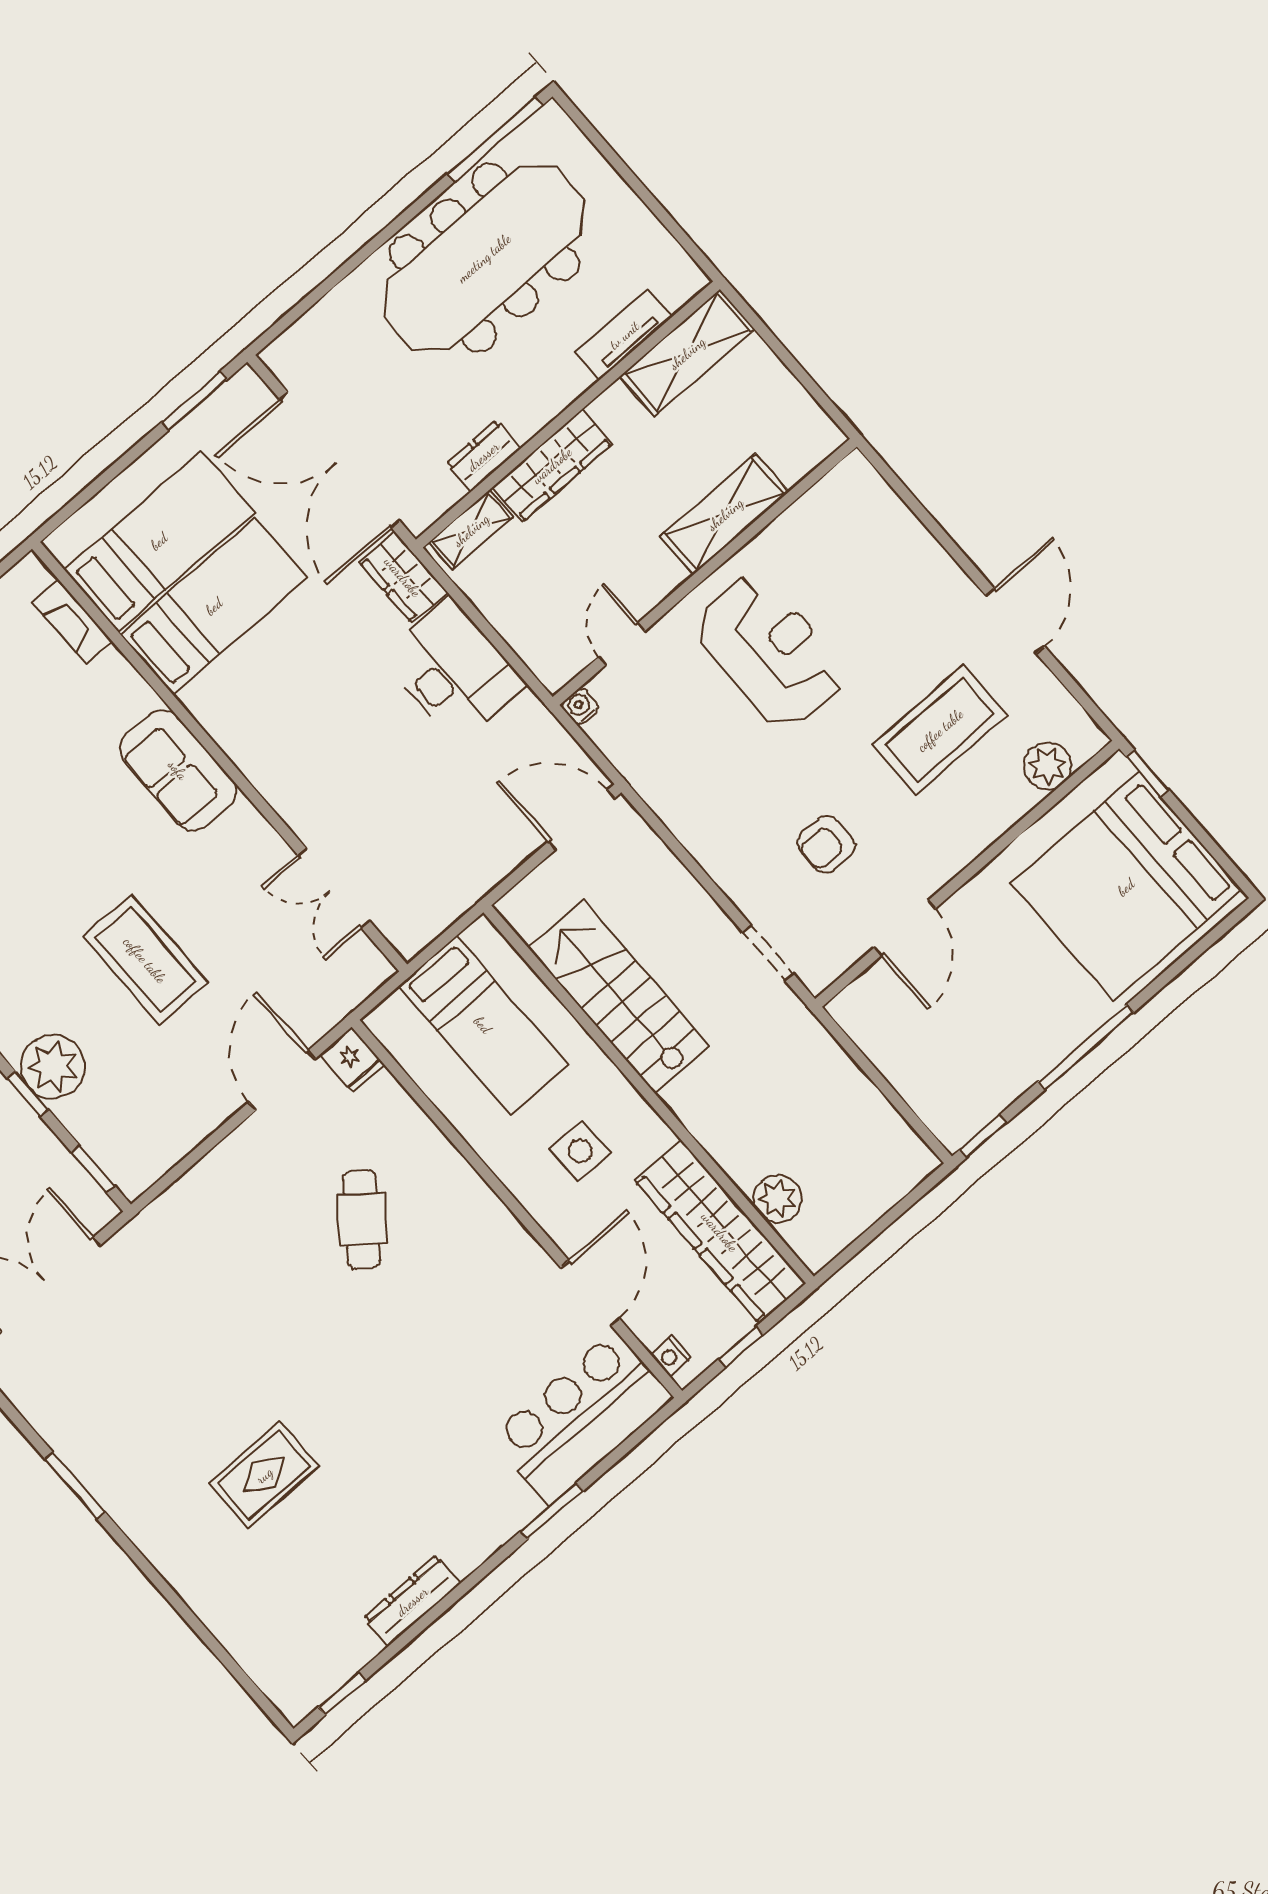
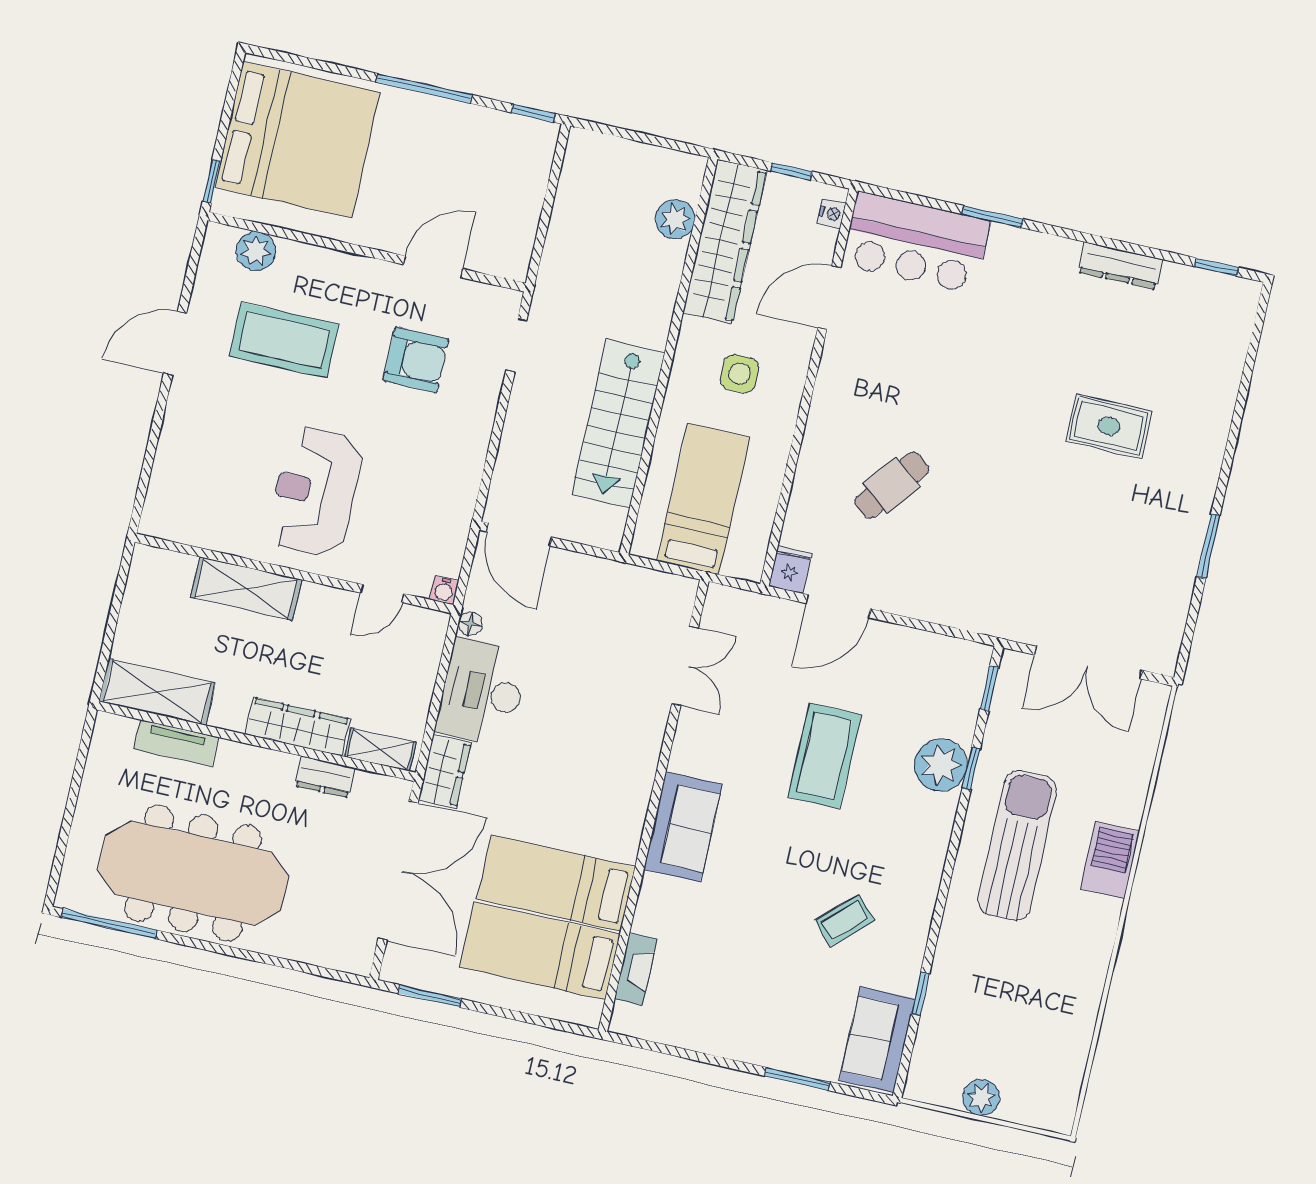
floor lamp: (529, 708) -> (470, 624), added
armchair: (826, 844) -> (416, 360), width x1.38, depth x1.38

